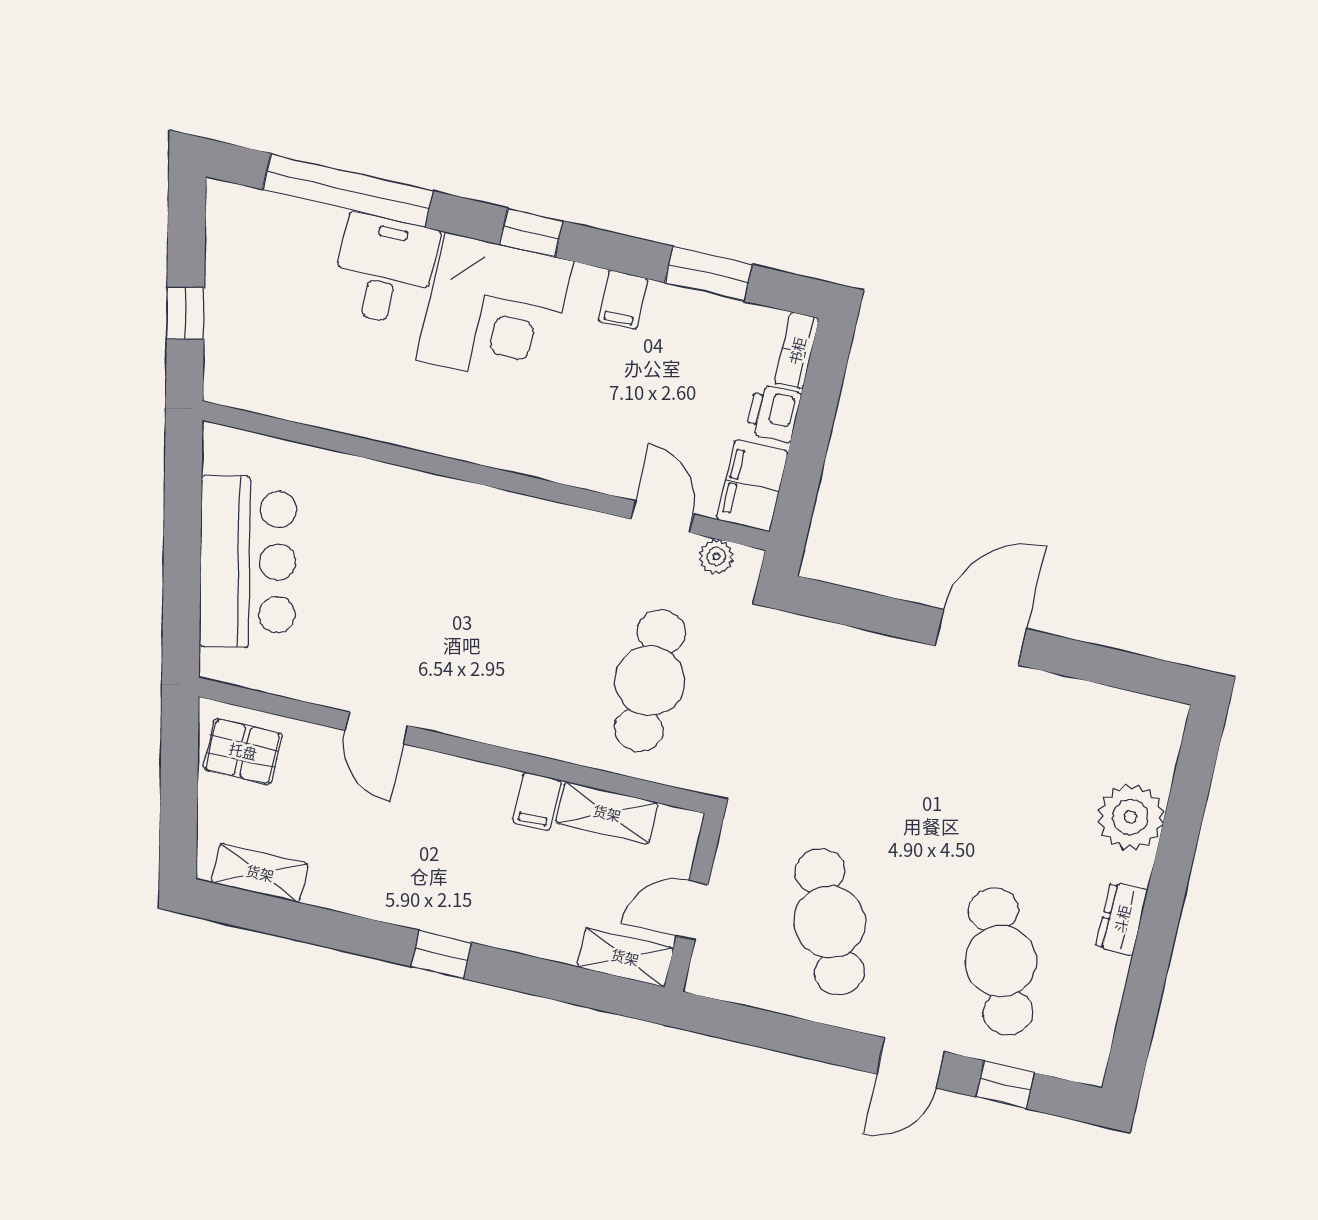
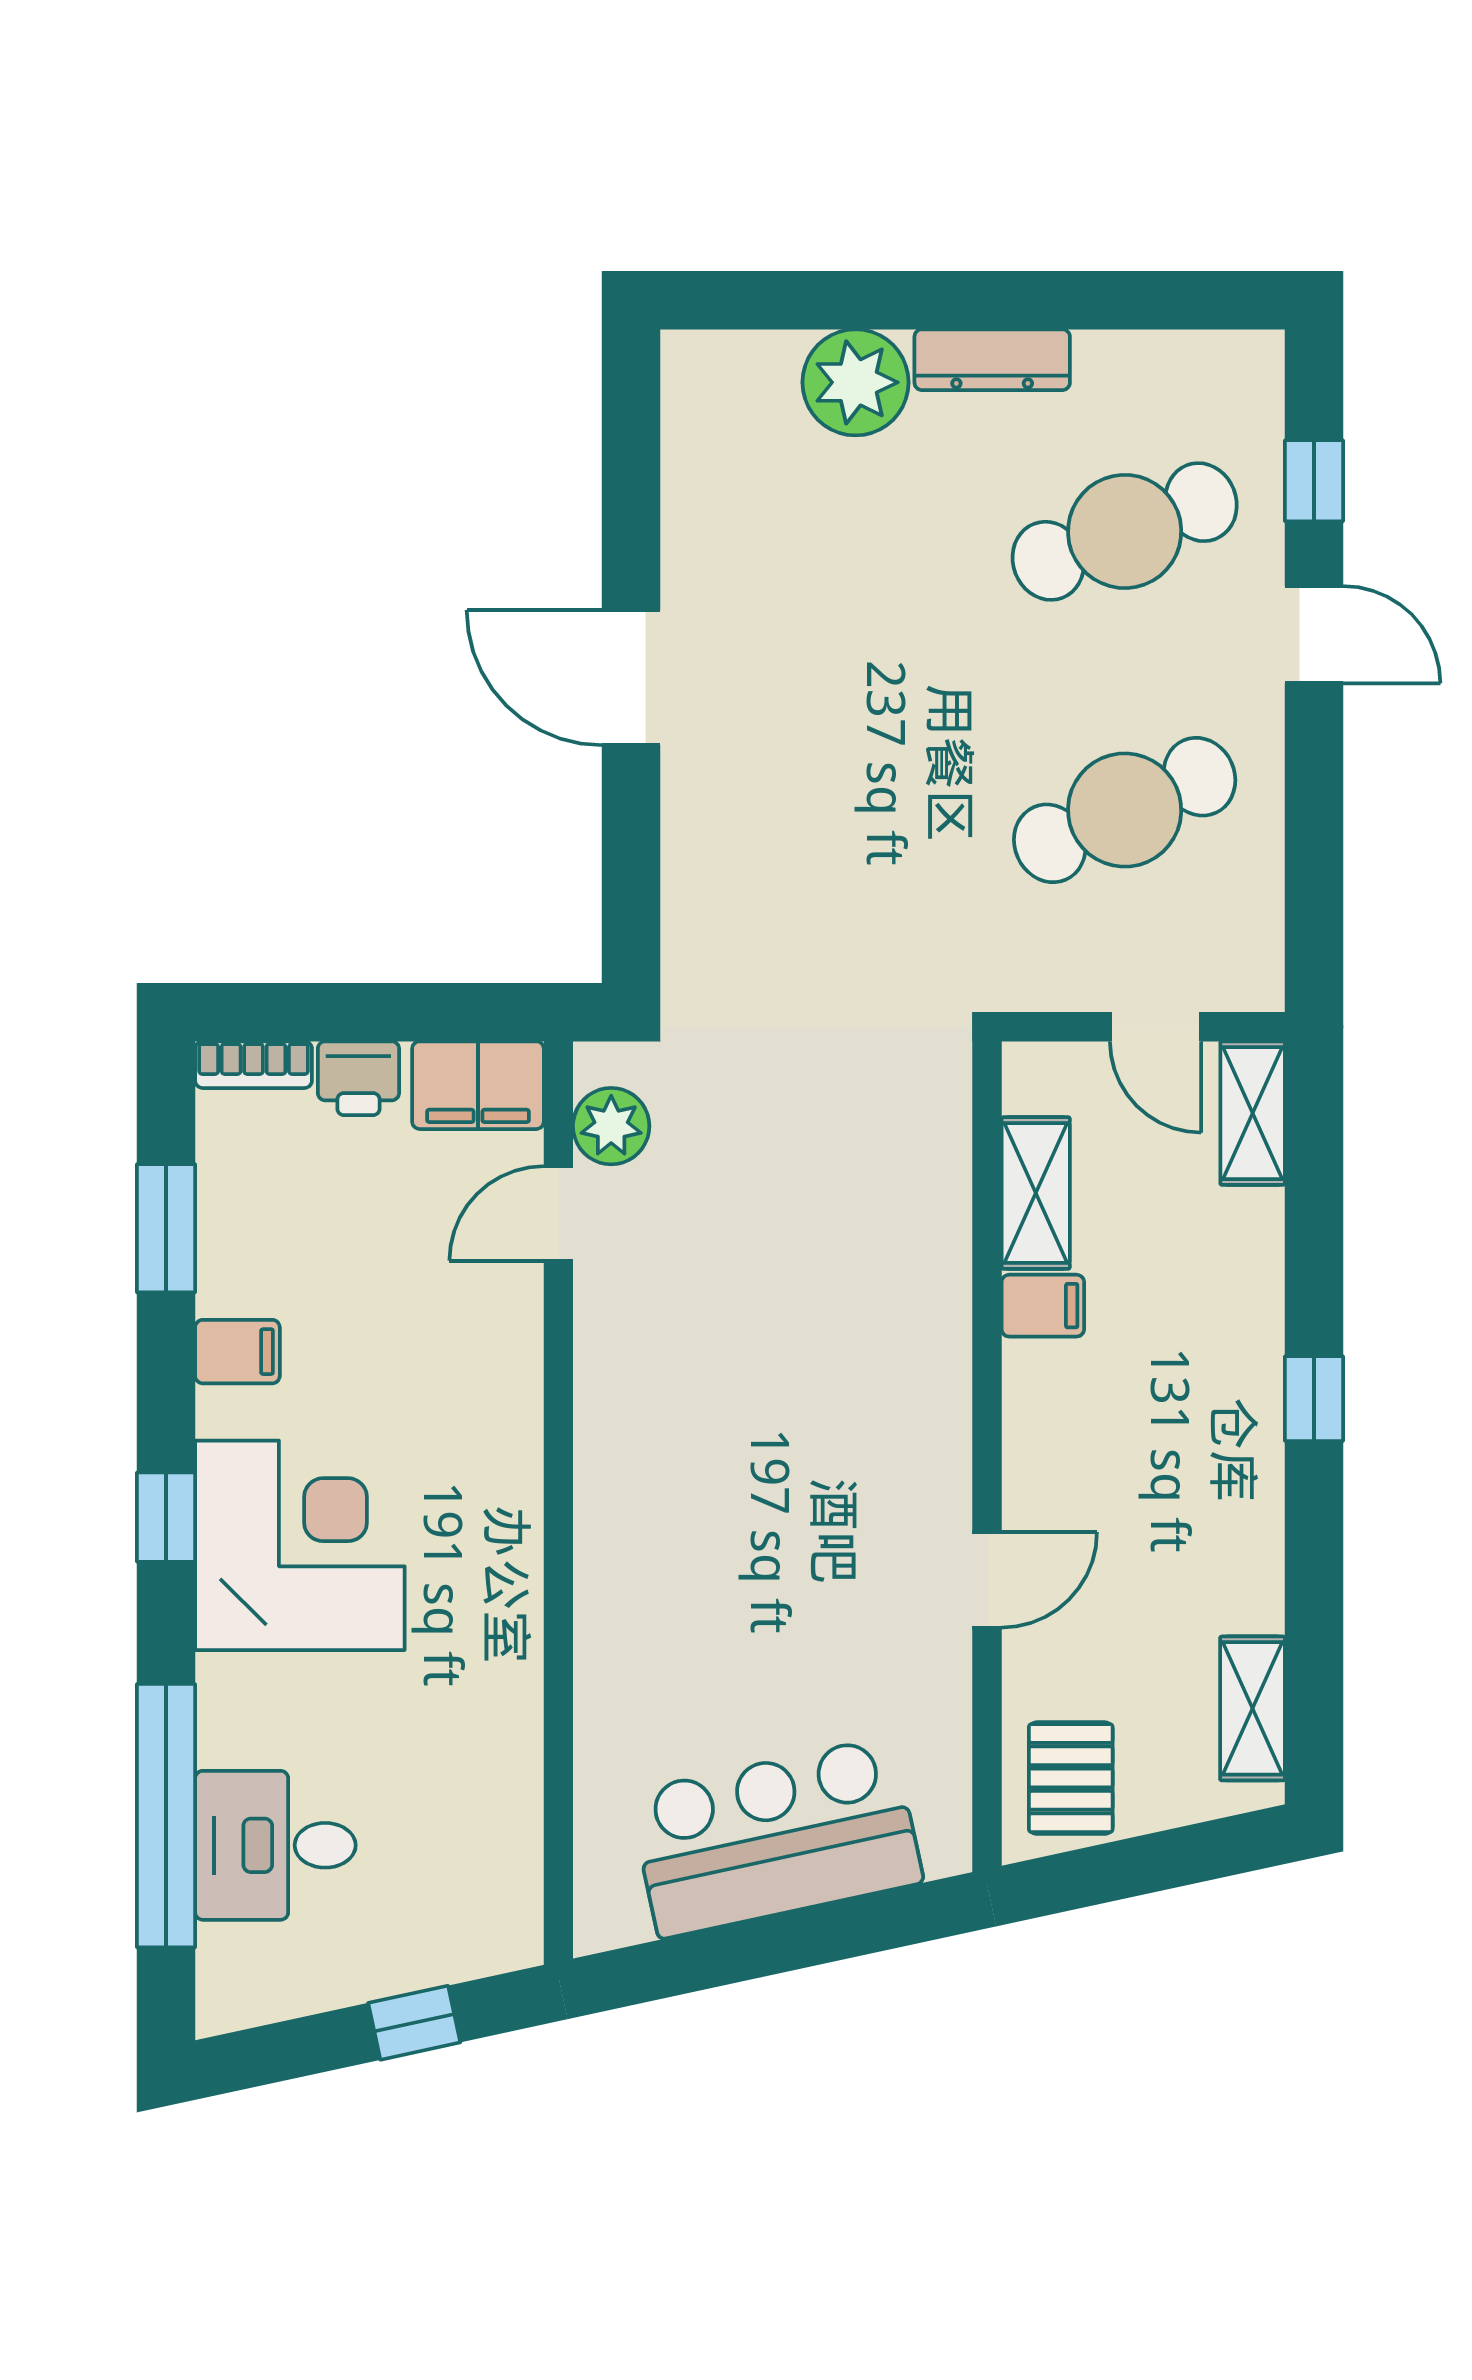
desk: (385, 270) -> (275, 1845), moved
plant: (716, 557) -> (611, 1126), width x1.38, depth x1.38
cafe table: (650, 681) -> (816, 1174), removed
dresser: (1122, 919) -> (992, 360), width x1.44

